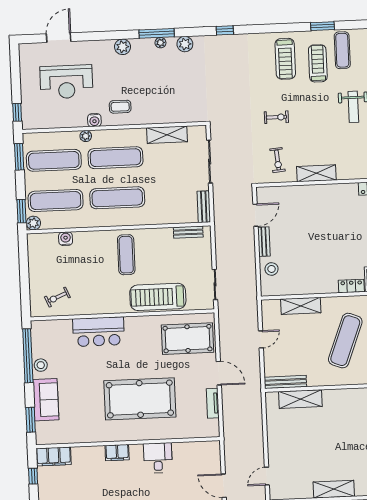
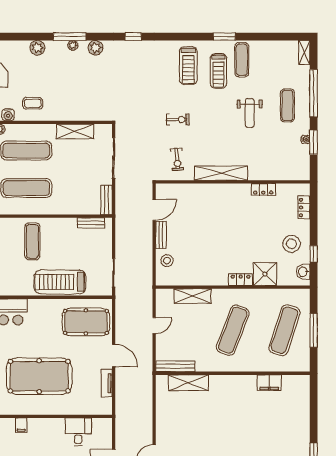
treadmill: (318, 63) -> (218, 71), turned 180
shelving: (316, 173) -> (221, 173), width x1.47
filing cabinet: (117, 453) -> (21, 425), width x0.50
desk: (158, 458) -> (78, 432), moved

